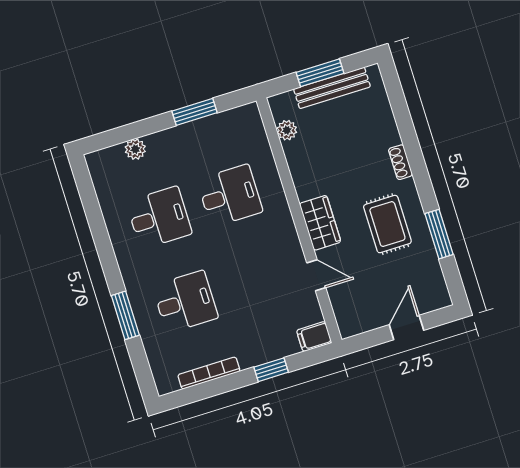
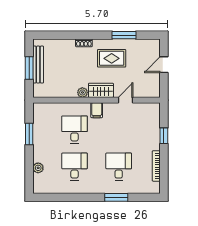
plant: (287, 130) -> (82, 92), moved
door: (406, 328) -> (164, 65), hinge flipped
filing cabinet: (314, 337) -> (97, 110), moved

